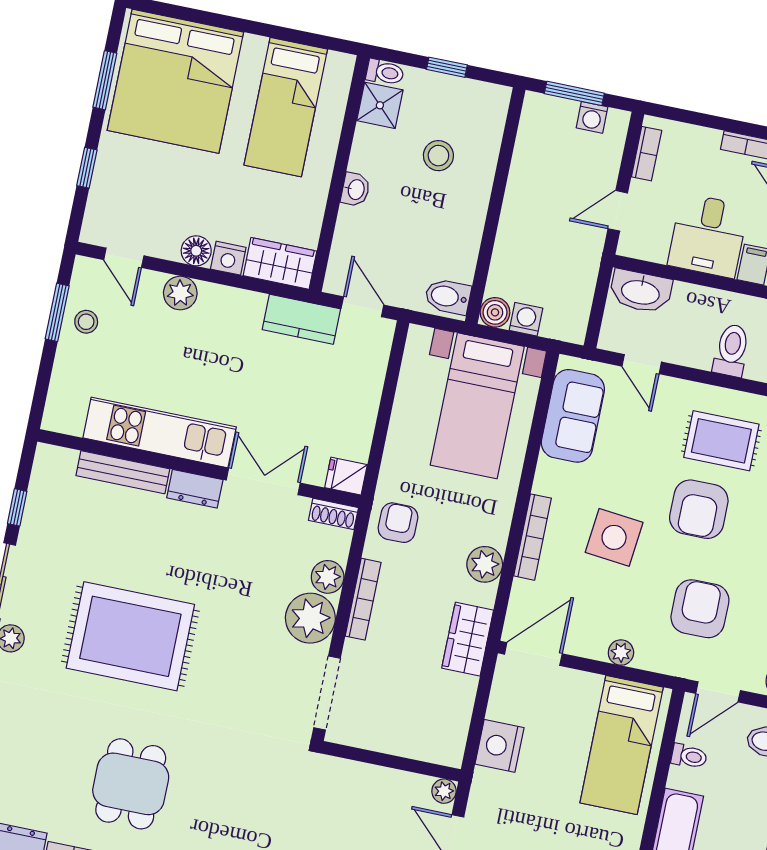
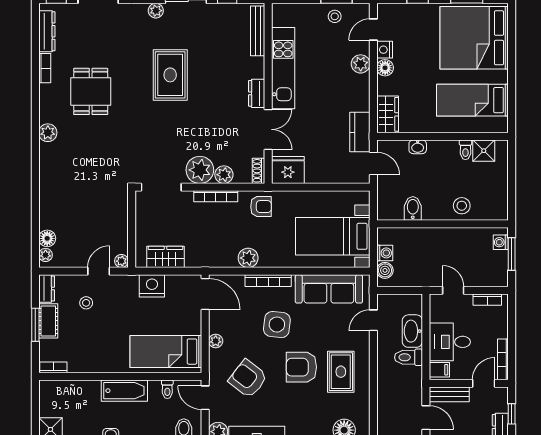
window: (447, 67) -> (512, 183), removed
toilet: (385, 72) -> (465, 150), moved
washing machine: (592, 117) -> (501, 242), moved
stool: (438, 156) -> (462, 206), moved
washbasin: (355, 189) -> (418, 147), moved
nightstand: (228, 258) -> (385, 50), moved
washbasin: (641, 291) -> (412, 331), moved
bidet: (448, 297) -> (413, 208), moved
door: (362, 307) -> (373, 164), hinge flipped
boiler: (495, 312) -> (385, 270), moved
toilet: (731, 350) -> (408, 357), moved, turned 180
sofa: (573, 416) -> (329, 289), width x1.36
bench: (123, 472) -> (258, 31), moved
fridge: (346, 476) -> (288, 170), width x1.88, depth x1.34
armchair: (700, 609) -> (248, 379), turned -142
rug: (130, 636) -> (170, 75), width x0.73, depth x0.69
wardrobe: (468, 639) -> (166, 257), moved
dining table: (131, 784) -> (91, 91), turned 90

